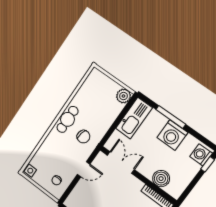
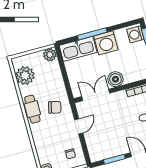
plant: (90, 90) -> (25, 76), added
kitchen sink: (134, 118) -> (78, 49), moved, turned 90
boiler: (161, 179) -> (115, 79), moved

